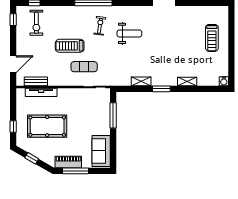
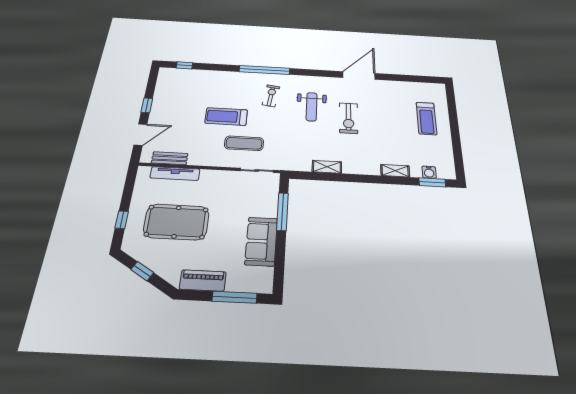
window: (13, 20) -> (147, 105), moved
exercise bike: (36, 23) -> (349, 118), moved
weight bench: (129, 33) -> (312, 107), turned 90
water cooler: (224, 81) -> (429, 172), moved
window: (161, 89) -> (432, 182), moved
sofa: (101, 151) -> (261, 241), moved
window: (76, 171) -> (235, 297), moved

